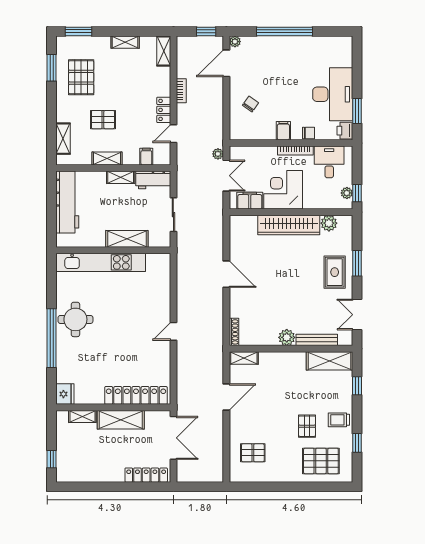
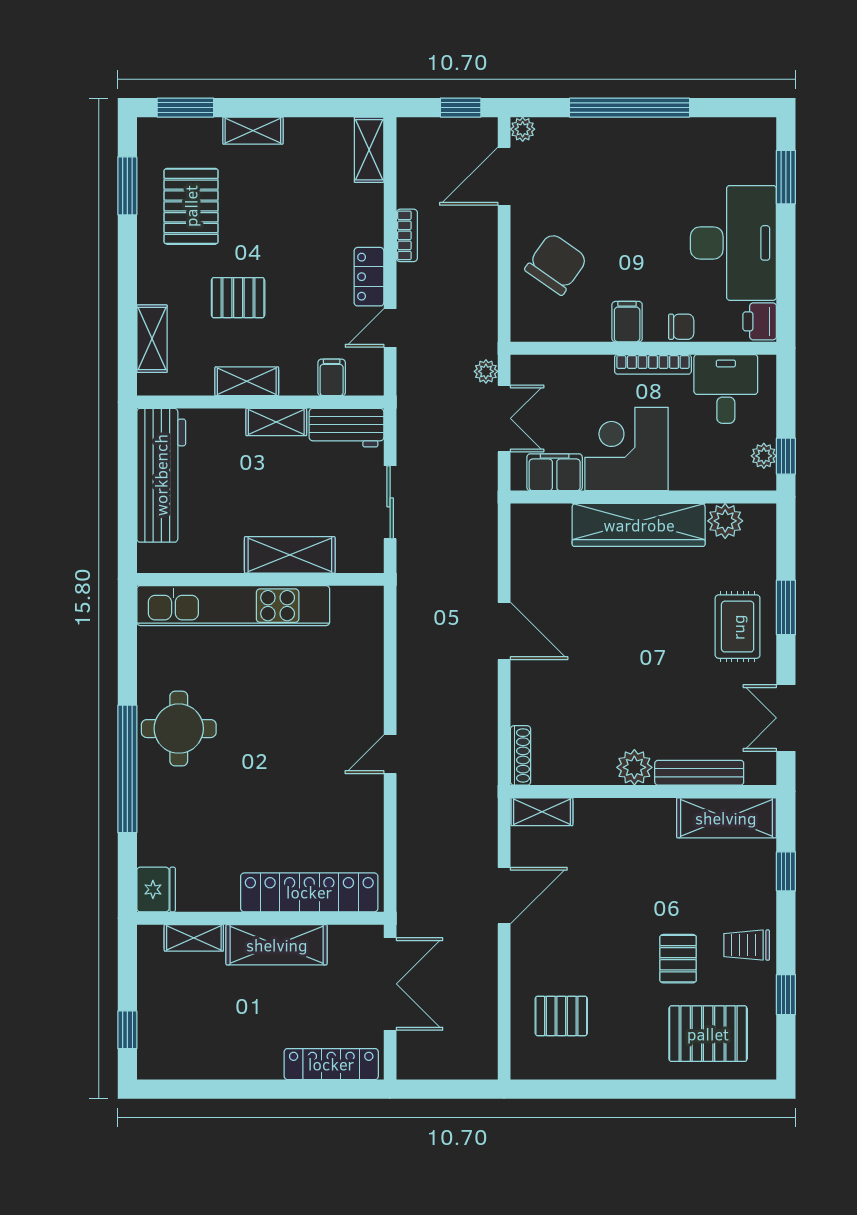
shelving: (125, 42) -> (253, 131), moved
chair: (250, 104) -> (556, 264), width x1.87, depth x1.87
window: (357, 111) -> (786, 177), moved

